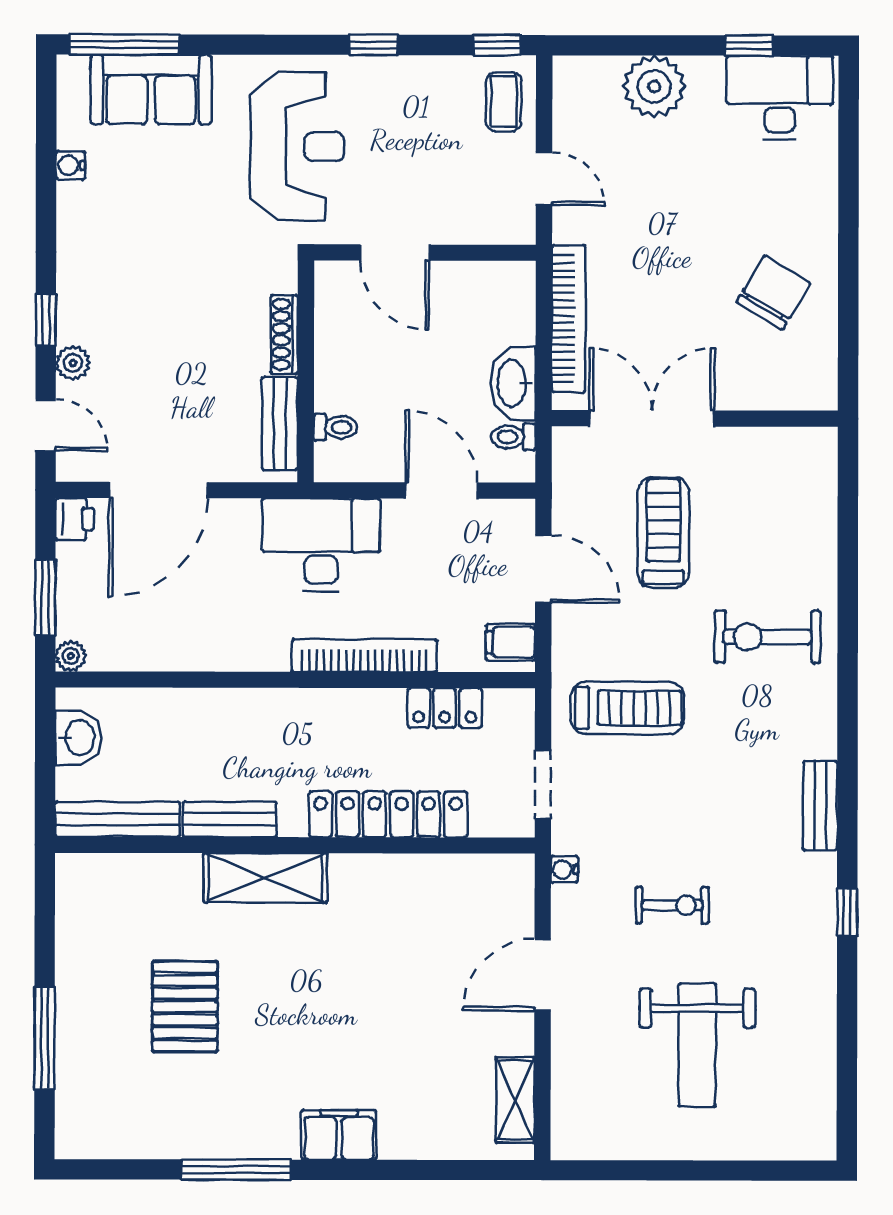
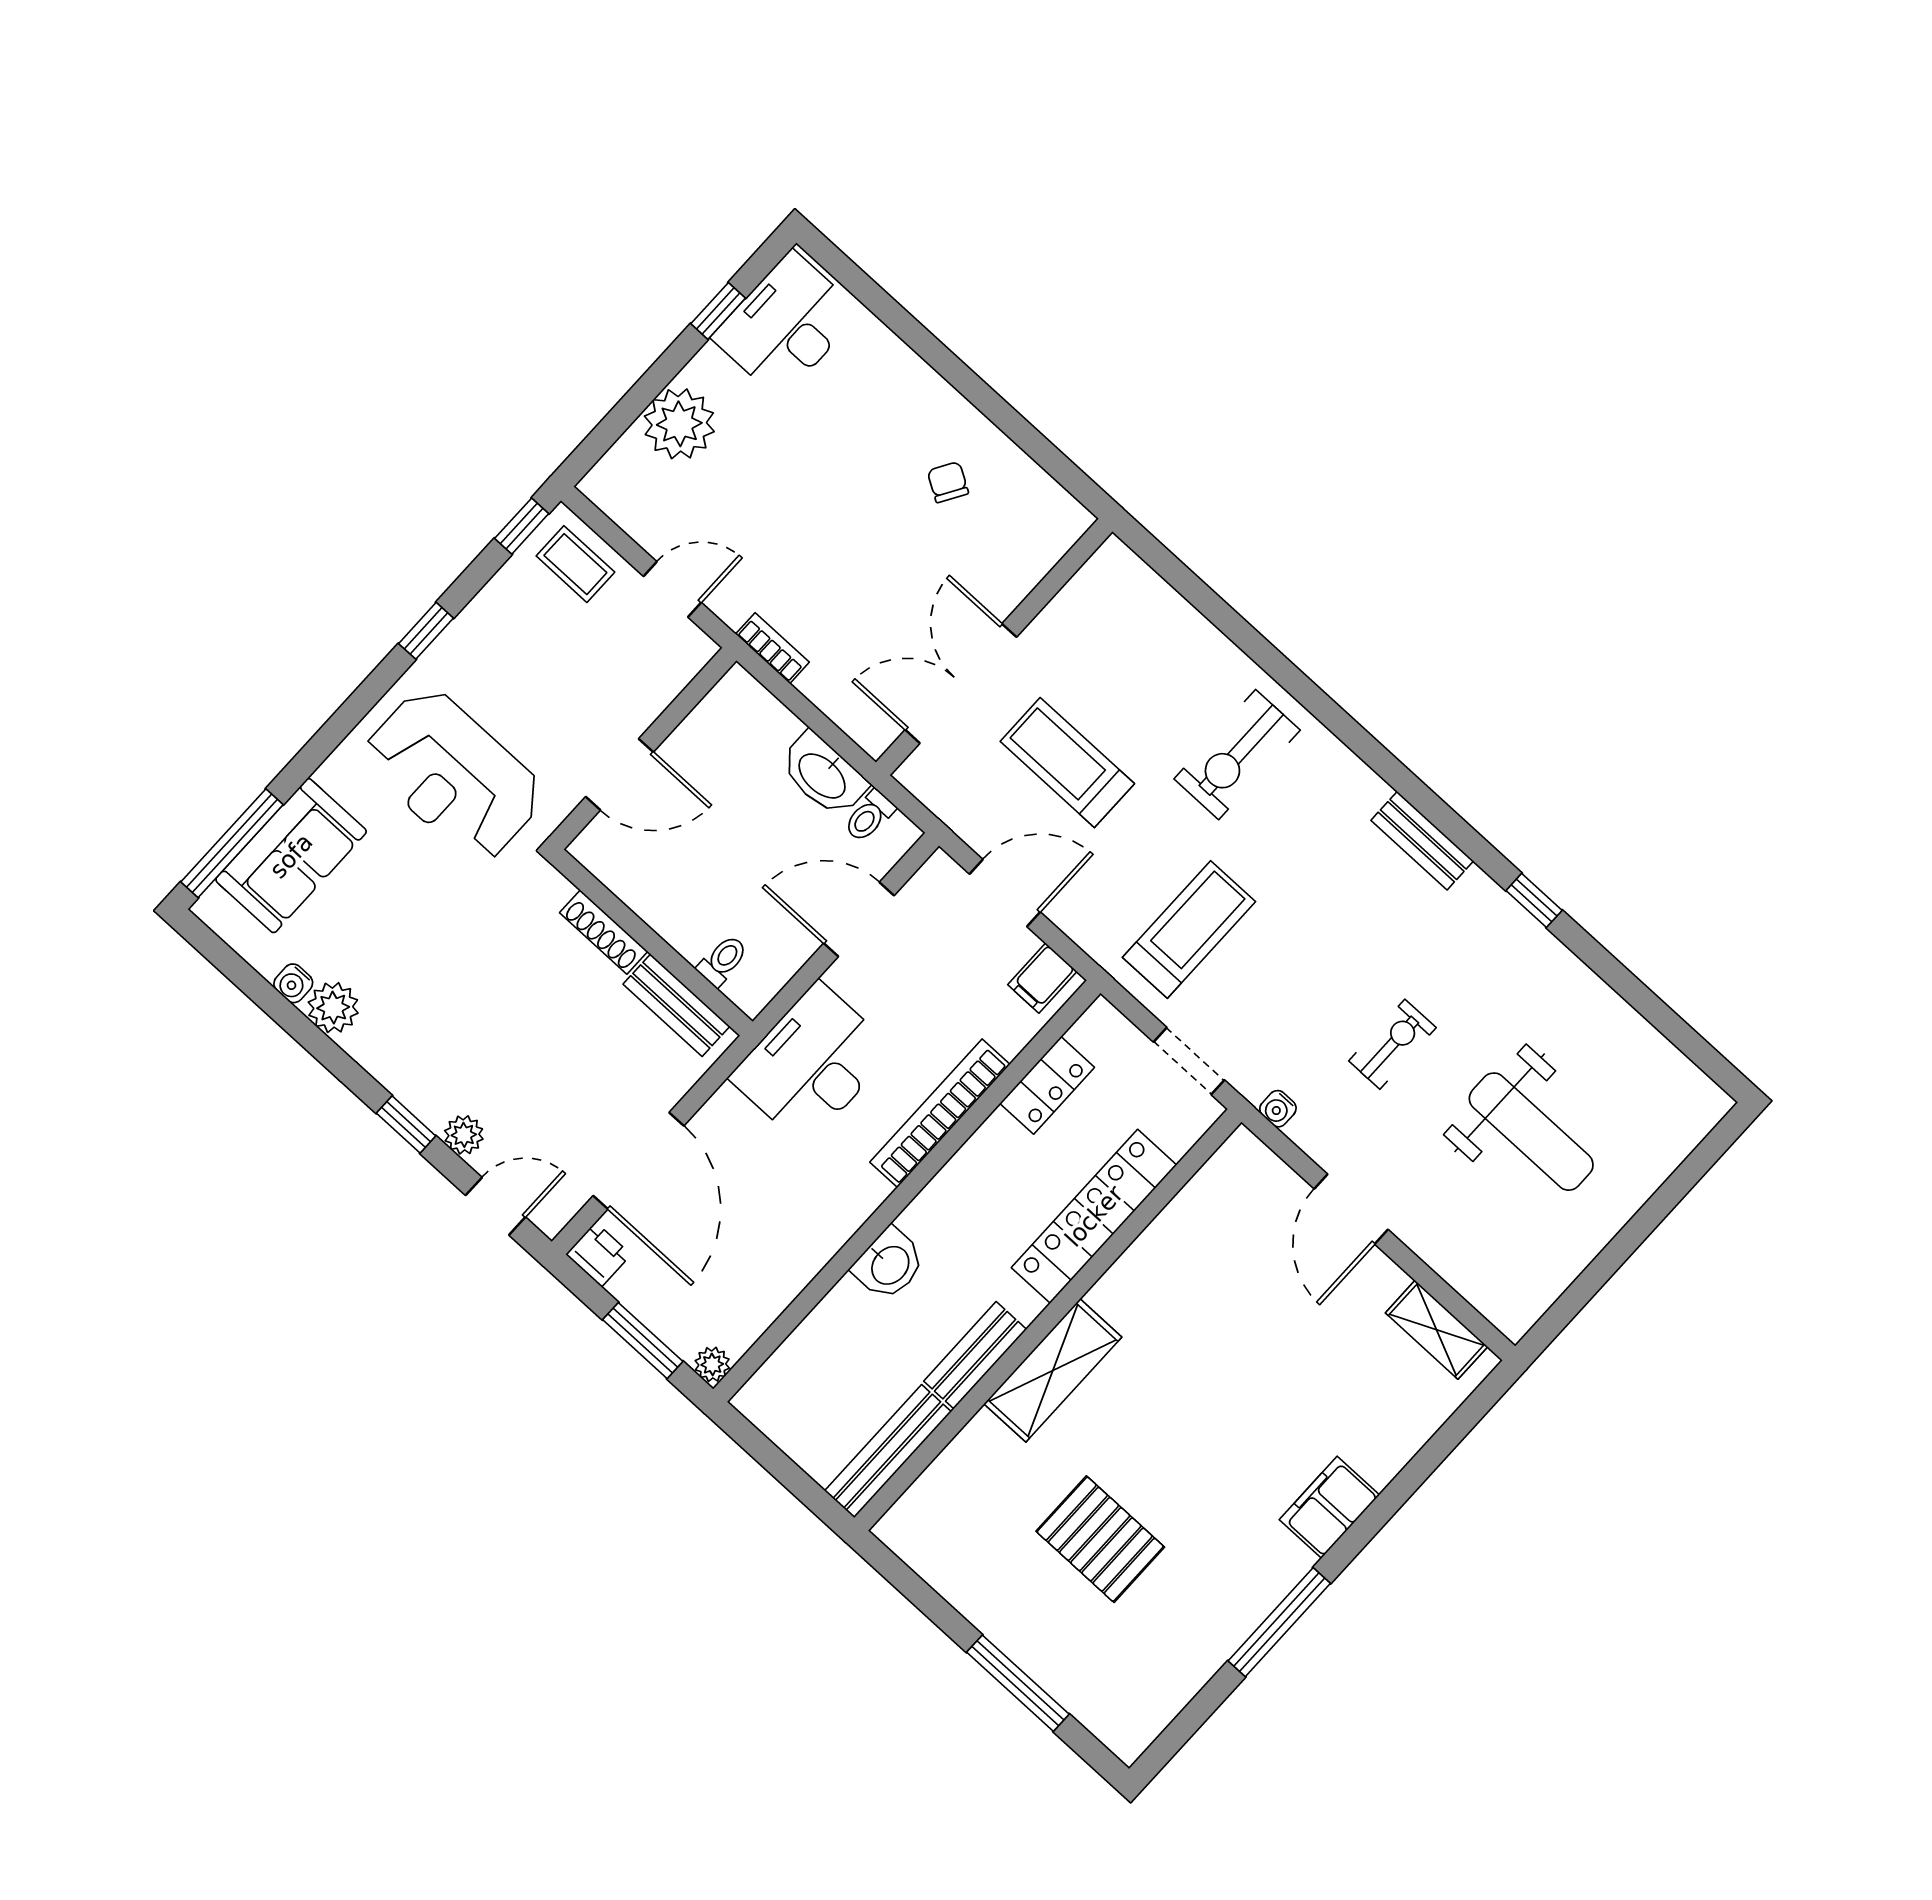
reception desk: (297, 146) -> (453, 775), turned 180
plant: (78, 205) -> (333, 1008), added
chair: (773, 293) -> (948, 482), width x0.54, depth x0.54
bookcase: (569, 319) -> (772, 648), width x0.43, depth x0.76
washbasin: (78, 738) -> (889, 1264), moved, turned 90

